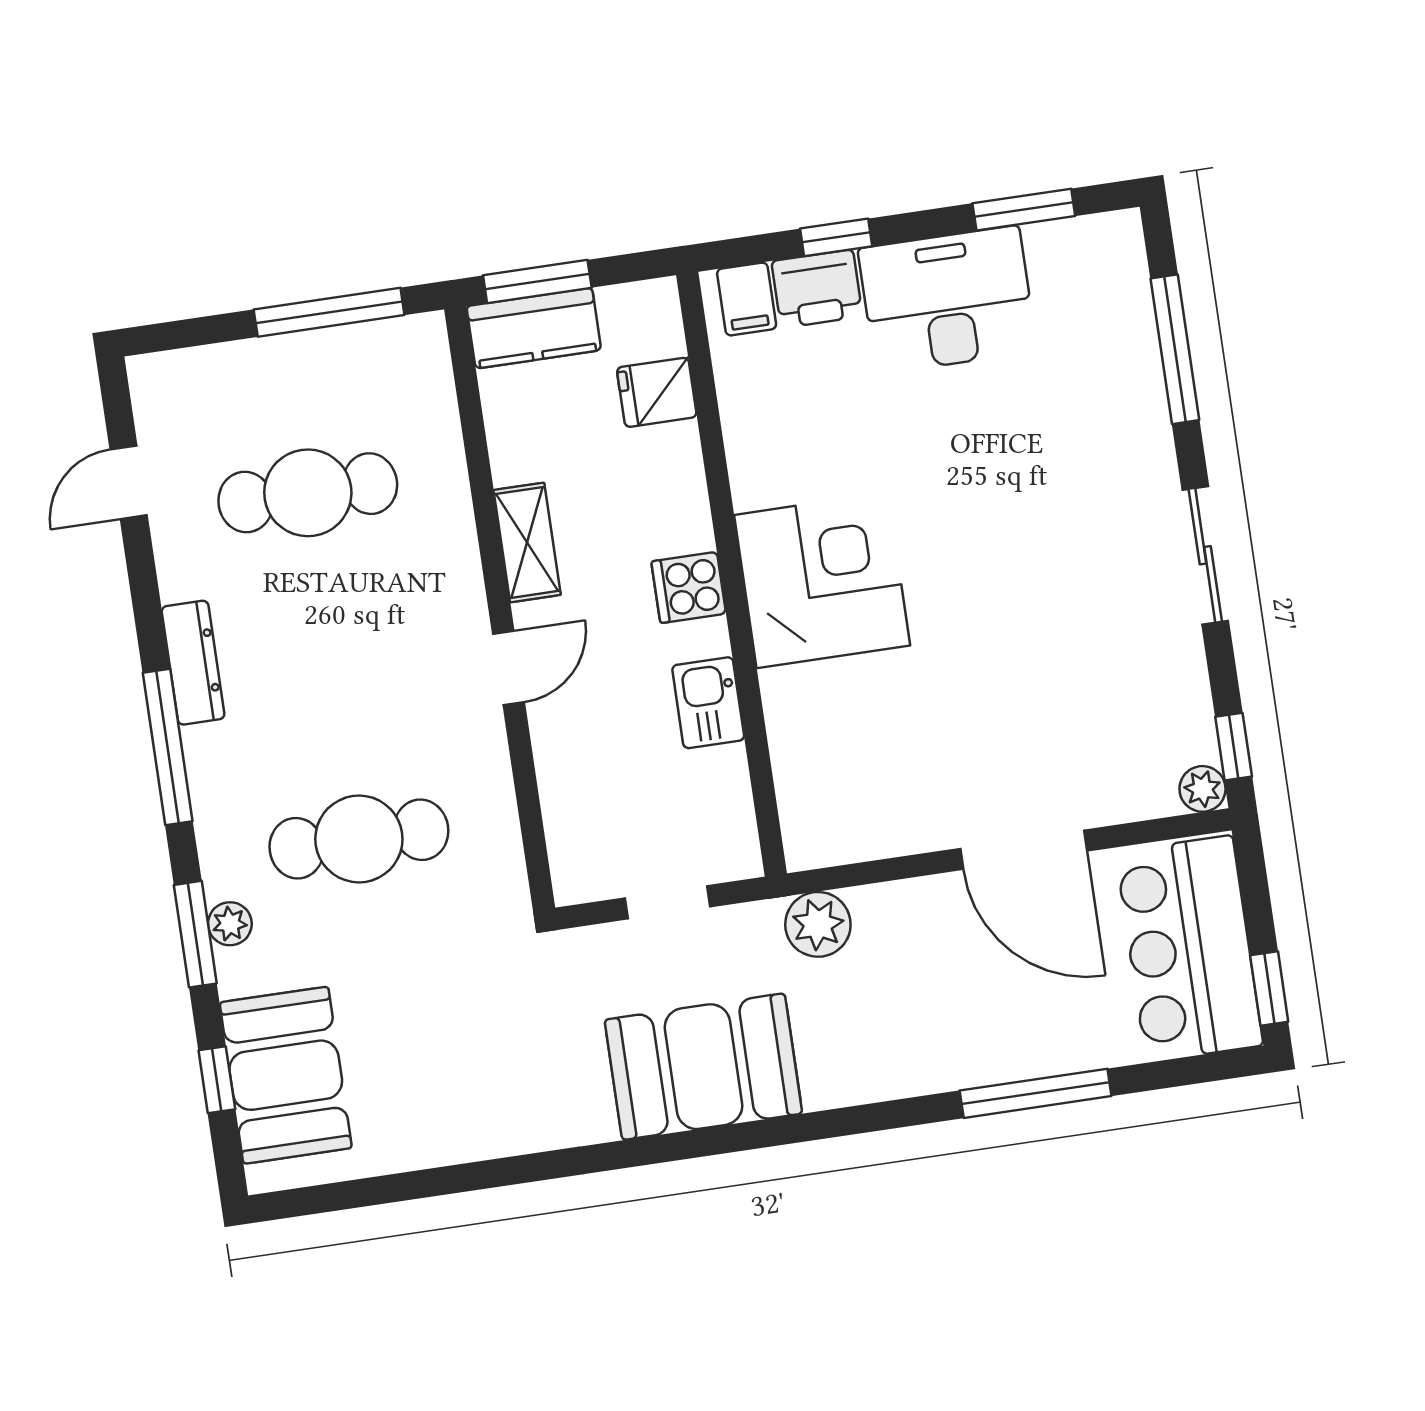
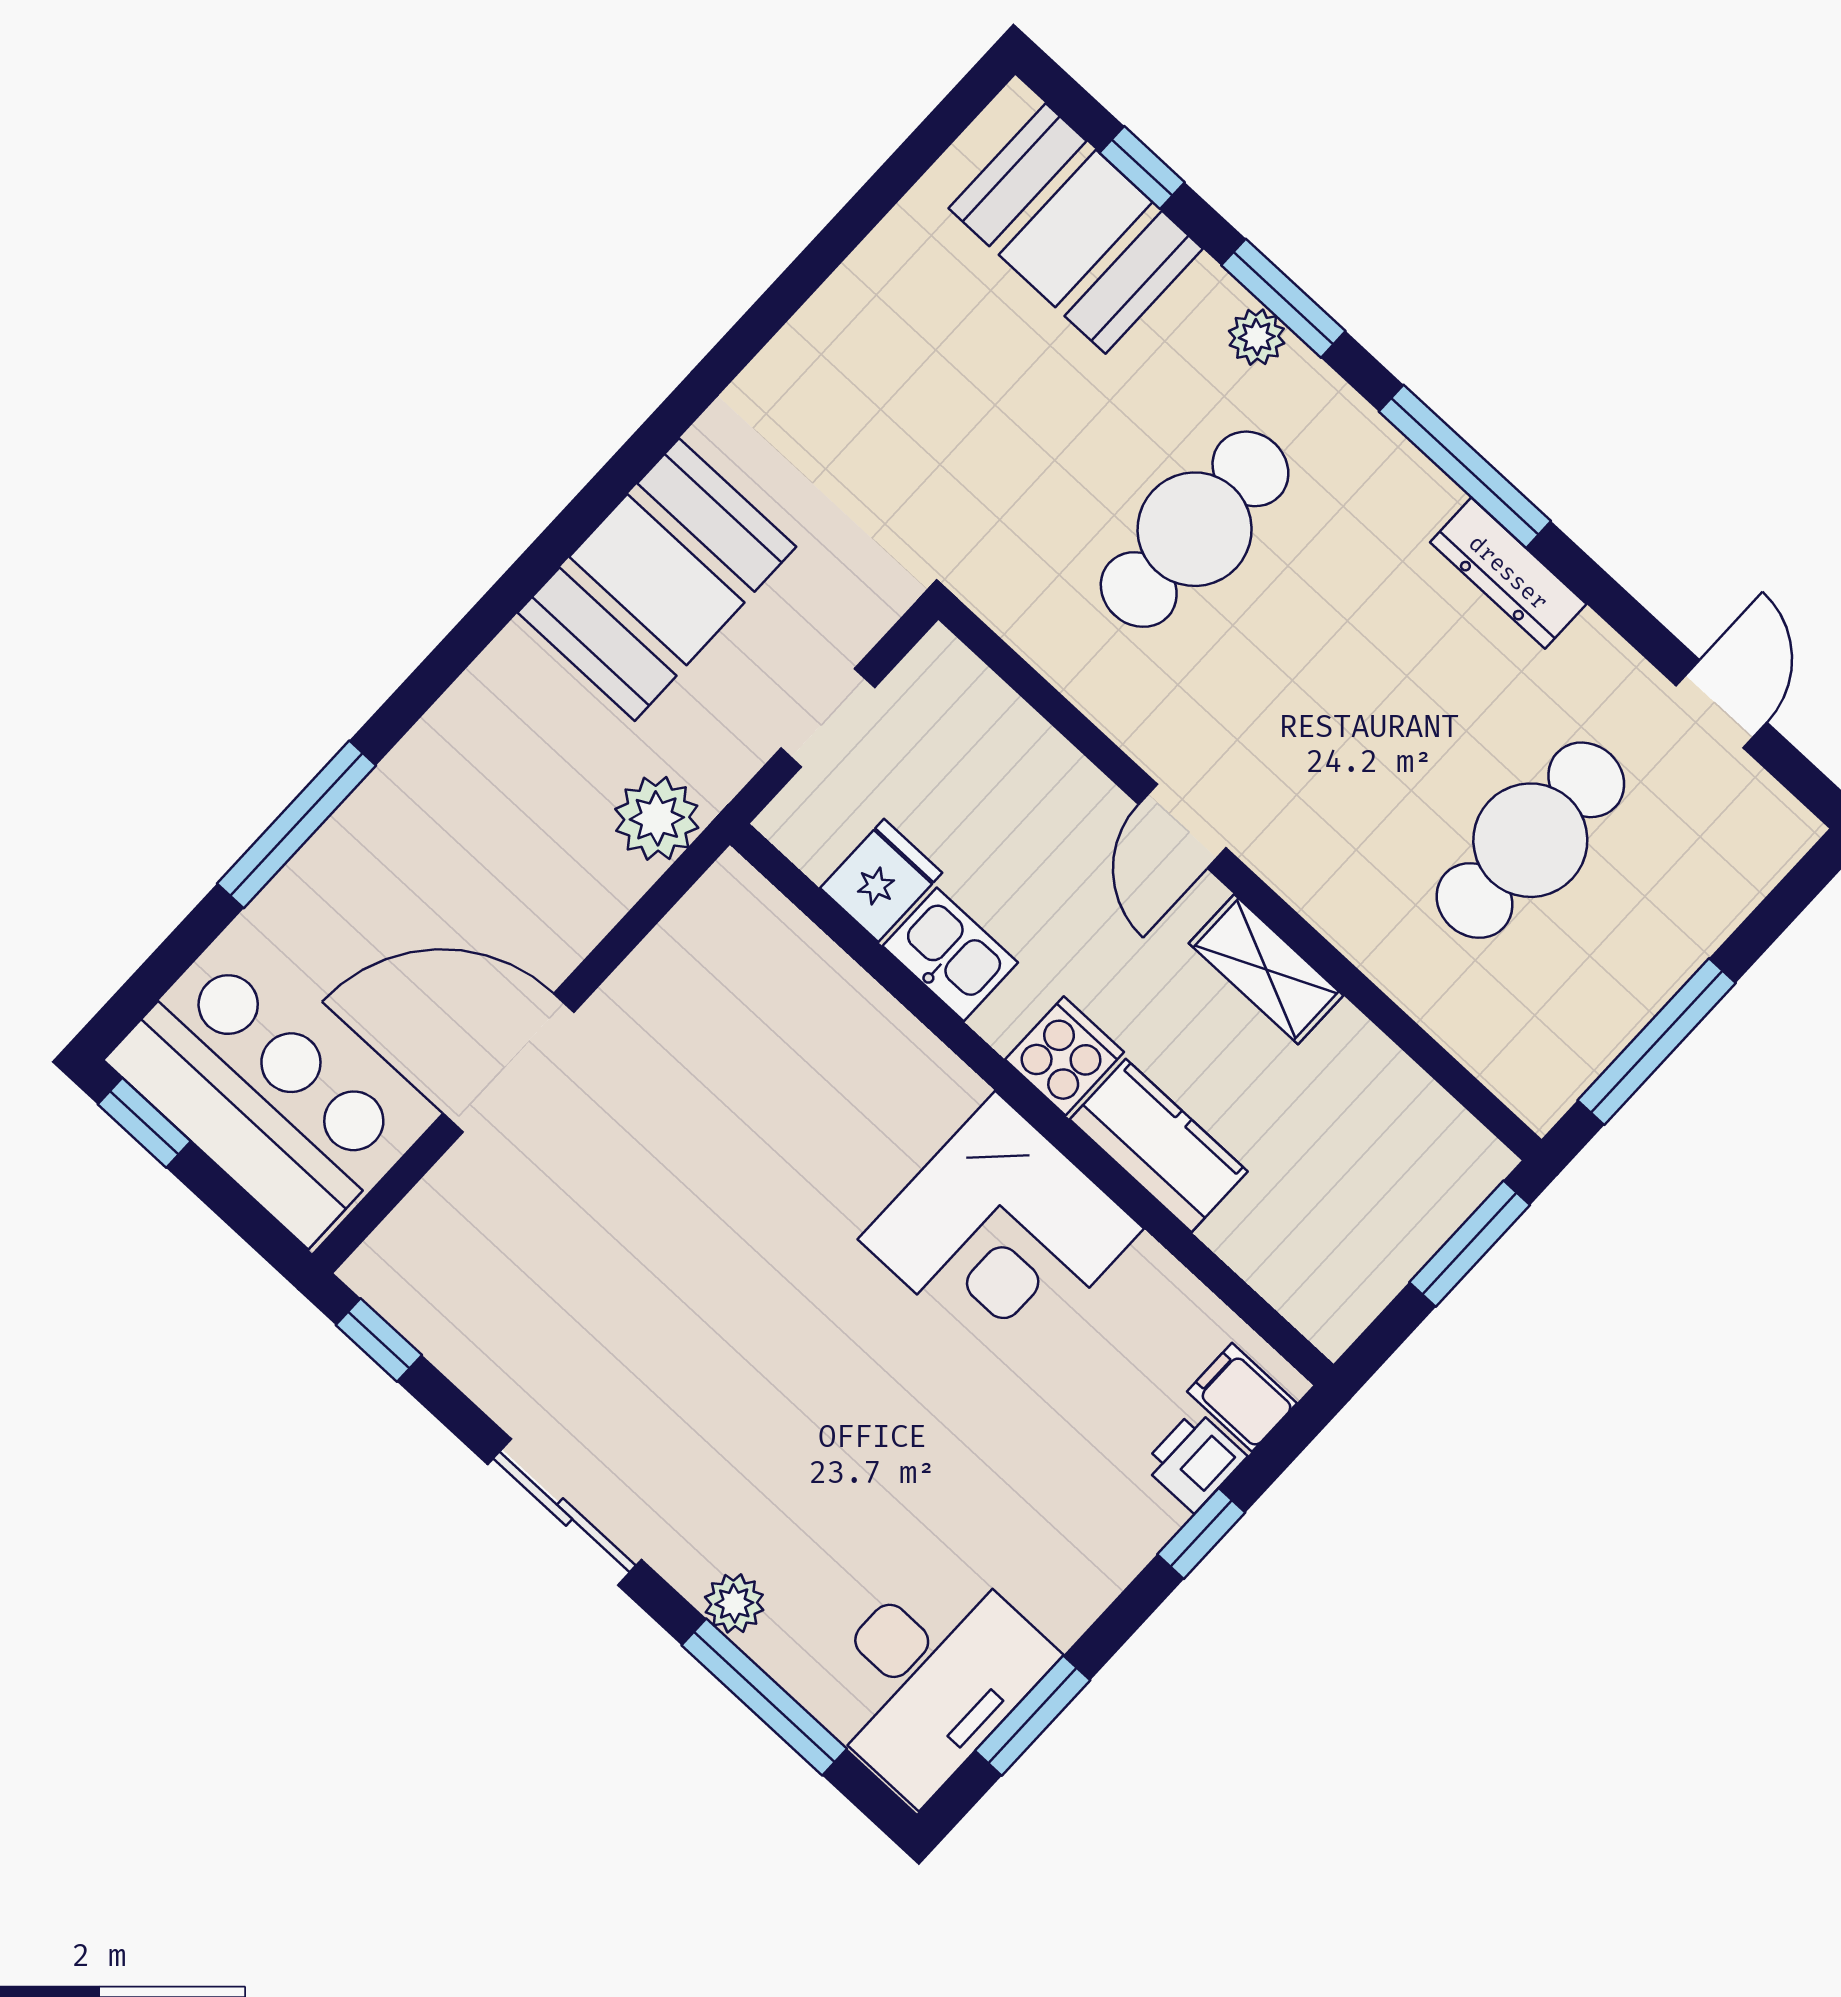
printer: (817, 289) -> (1195, 1461), width x0.73, depth x0.81
desk: (947, 300) -> (930, 1676), moved
kitchen counter: (534, 328) -> (1159, 1145), moved, turned 90
fridge: (657, 392) -> (881, 880), moved
corner desk: (822, 580) -> (1001, 1234), moved
plant: (1202, 789) -> (734, 1603), moved

